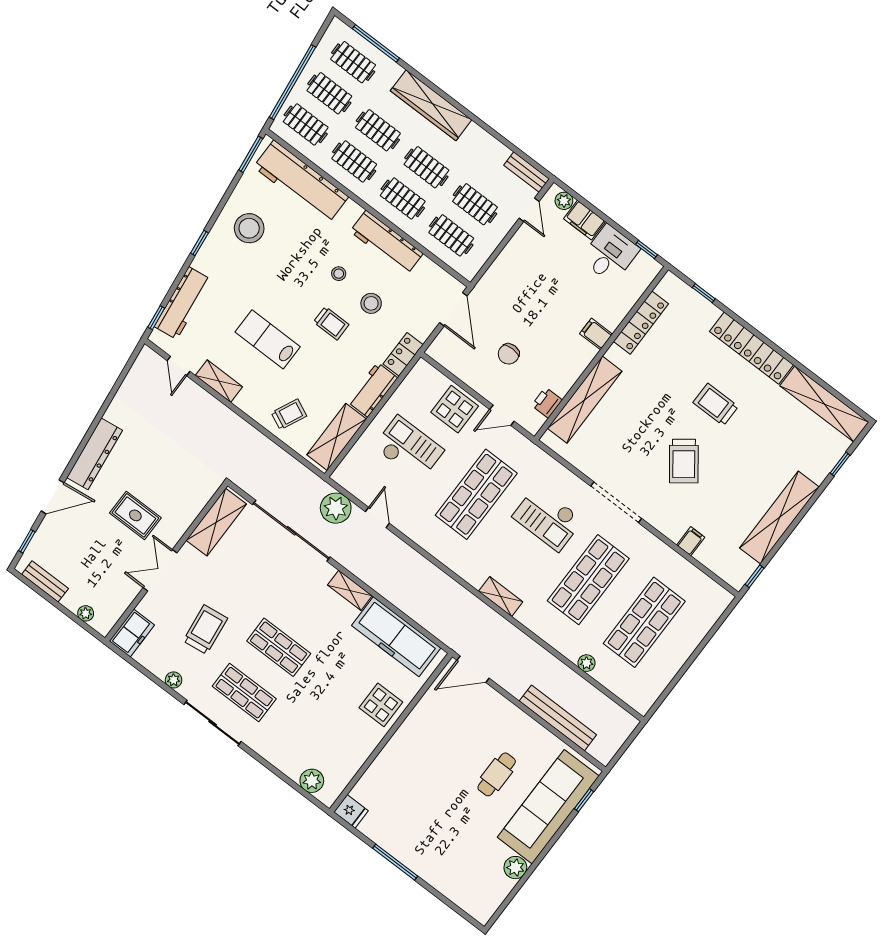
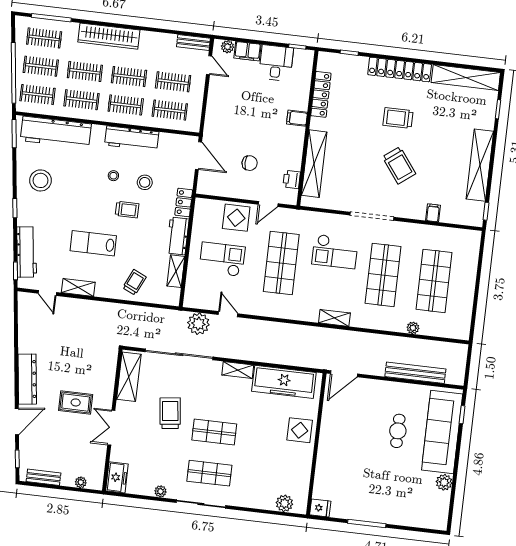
chair: (509, 354) -> (250, 163), turned -90
shelving: (337, 437) -> (176, 271), width x0.67, depth x0.75
trolley: (205, 630) -> (170, 413), moved

